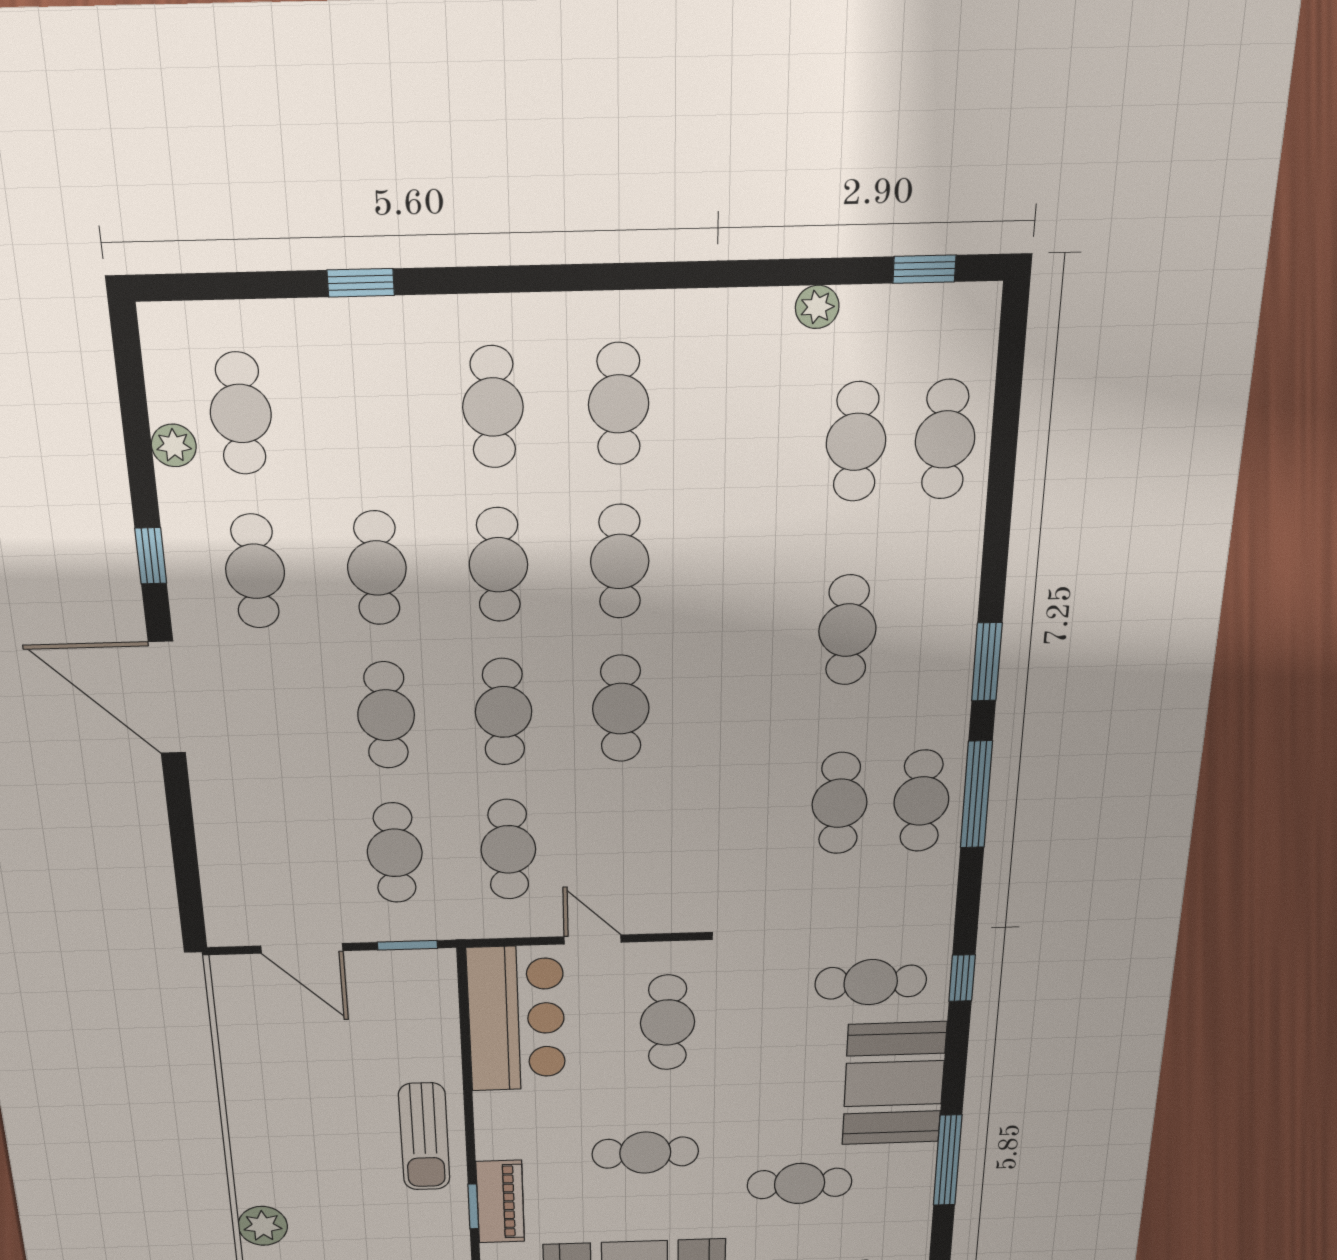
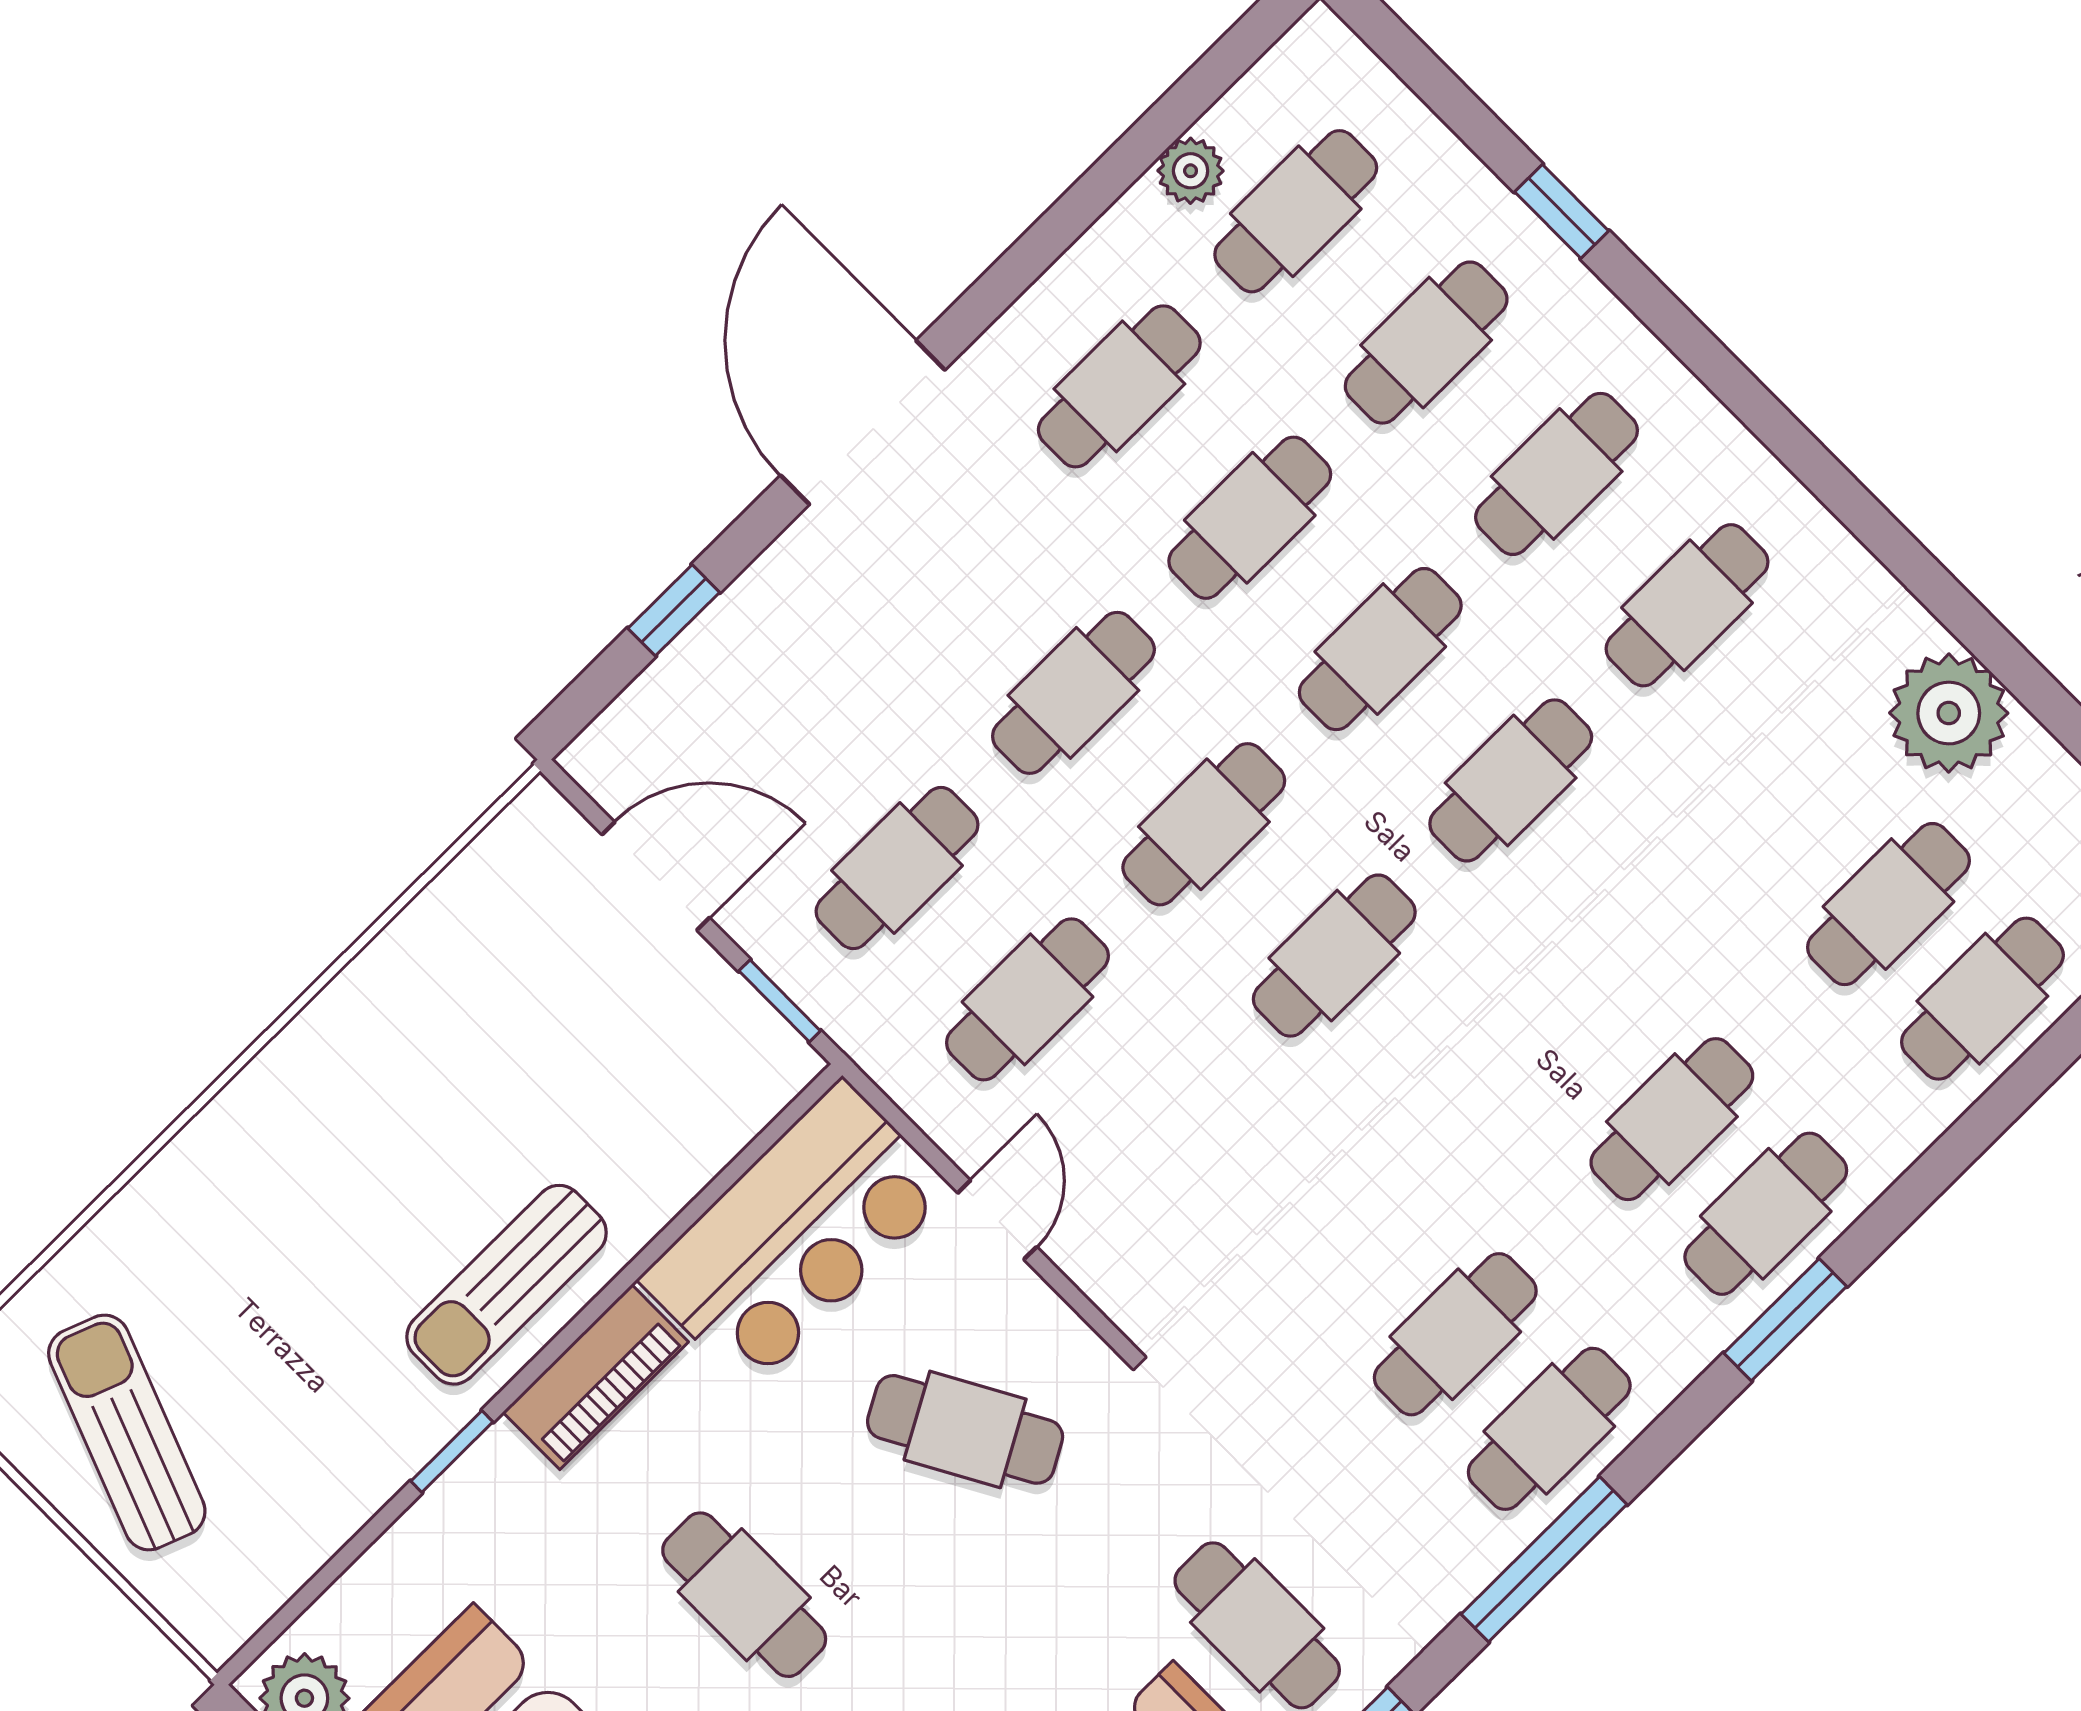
plant: (817, 307) -> (1949, 713), width x1.87, depth x1.87
cafe table: (367, 410) -> (1426, 343), added
window: (151, 556) -> (674, 610), moved
cafe table: (933, 628) -> (1766, 1214), added
window: (976, 795) -> (1544, 1559), moved
door: (302, 948) -> (656, 876), swing flipped
cafe table: (667, 1023) -> (965, 1429), turned 61
piano: (500, 1202) -> (596, 1377), moved
plant: (263, 1226) -> (166, 1204), removed

